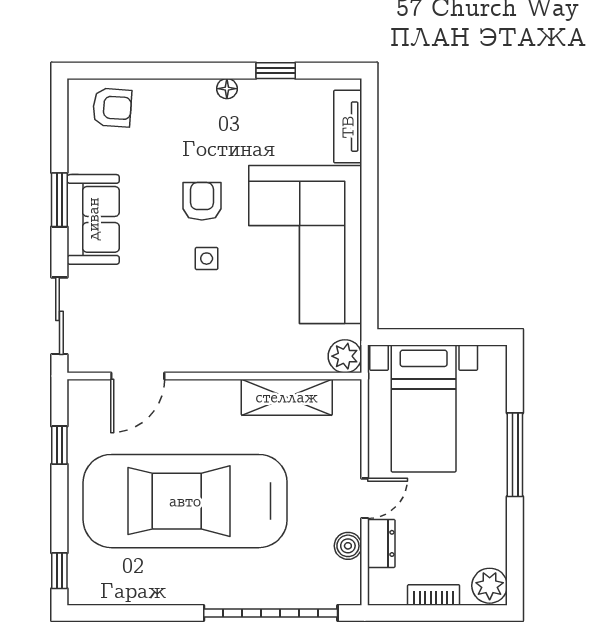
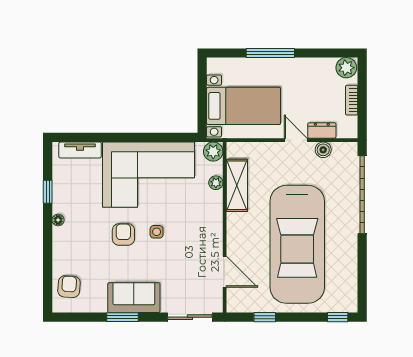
armchair: (202, 201) -> (123, 234), turned 90
plant: (291, 361) -> (216, 183), added

